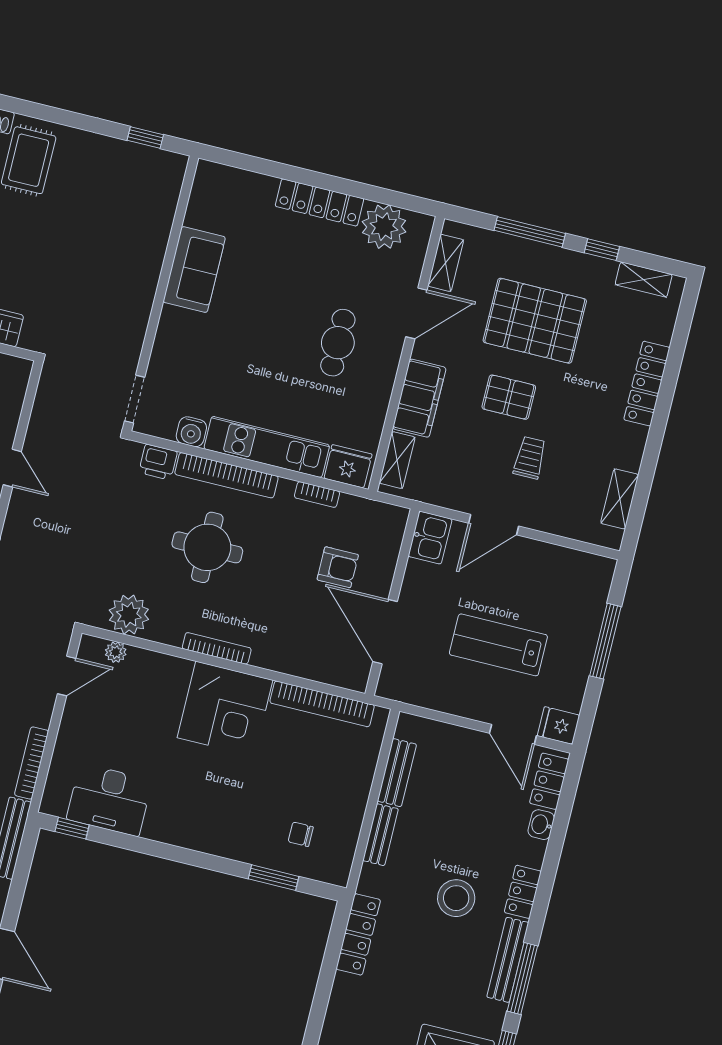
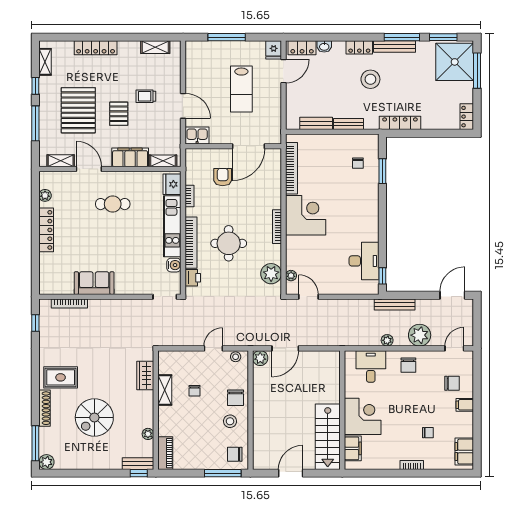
plant: (384, 227) -> (45, 195), width x0.53, depth x0.53
bookcase: (32, 763) -> (69, 303), moved

